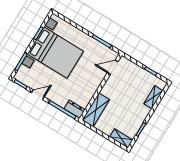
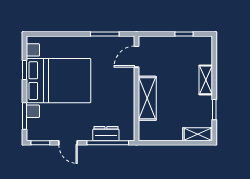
door: (38, 95) -> (68, 143), swing flipped
shelving: (153, 97) -> (206, 80), moved
dresser: (75, 109) -> (106, 134), moved
shelving: (96, 110) -> (147, 98), moved

